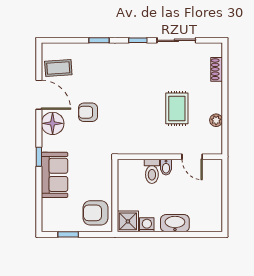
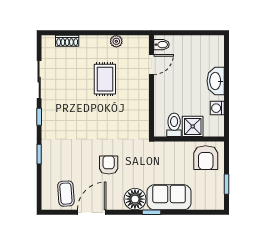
rug: (177, 108) -> (105, 79), turned 90
armchair: (88, 112) -> (109, 165), turned 180
floor lamp: (53, 123) -> (135, 199), moved
bidet: (166, 167) -> (162, 45), moved
toilet: (152, 171) -> (174, 125), moved, turned -90
shower: (128, 221) -> (193, 126), moved

